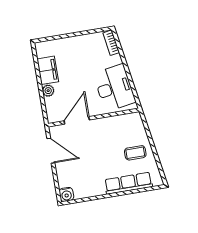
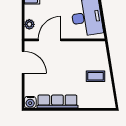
plant: (48, 91) -> (29, 24), moved
row of seats: (128, 183) -> (57, 101), moved

